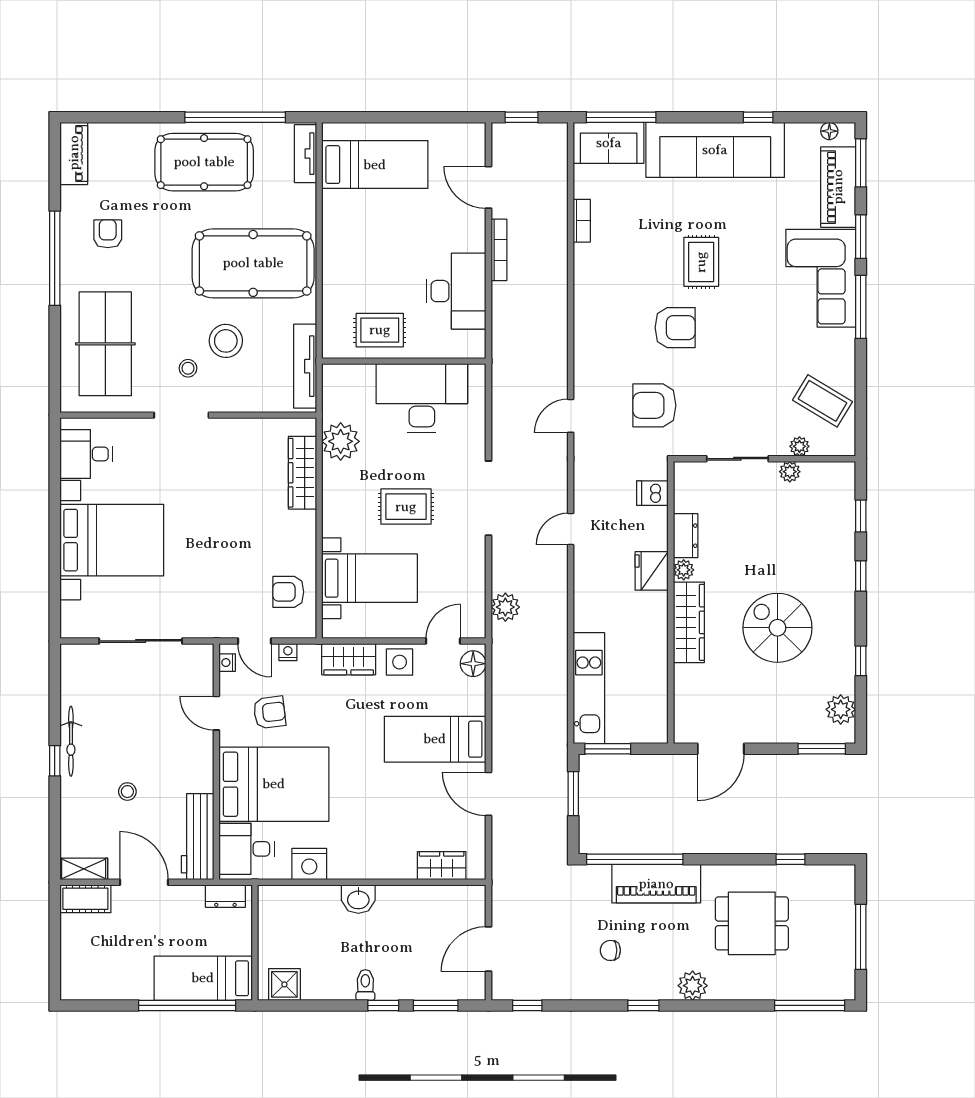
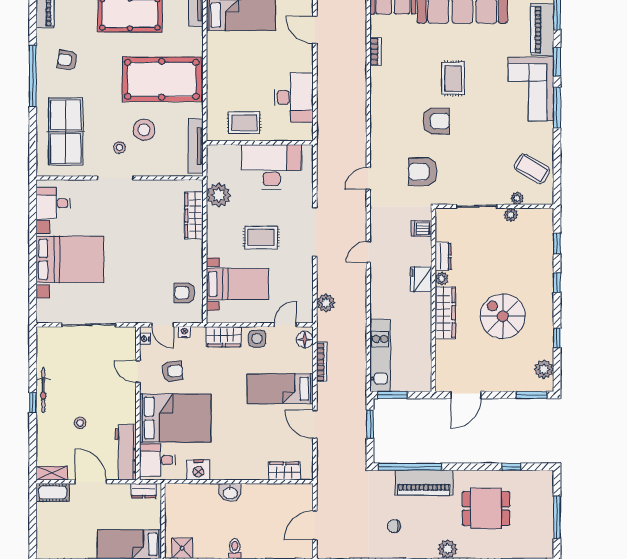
armchair: (108, 234) -> (67, 60), turned -81
bookcase: (499, 250) -> (322, 362), moved

